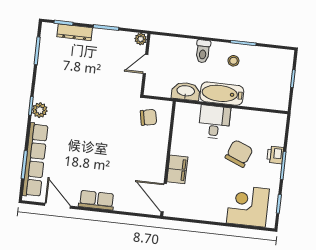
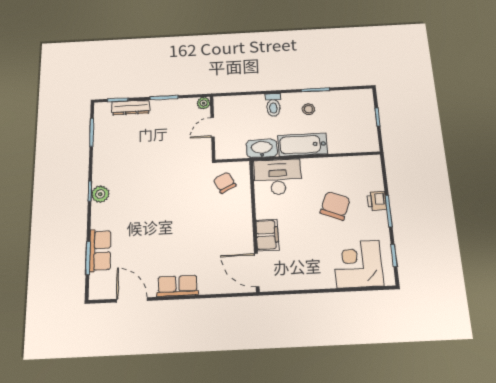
chair: (148, 117) -> (225, 183), turned -105
desk: (214, 122) -> (278, 177), moved, width x1.37
row of seats: (35, 160) -> (100, 250), width x0.50

